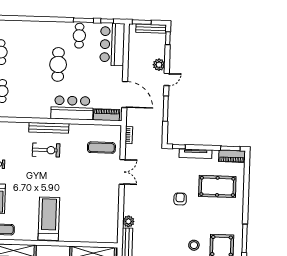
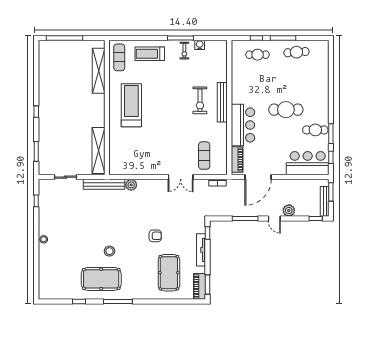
treadmill: (49, 219) -> (131, 105), turned -90

